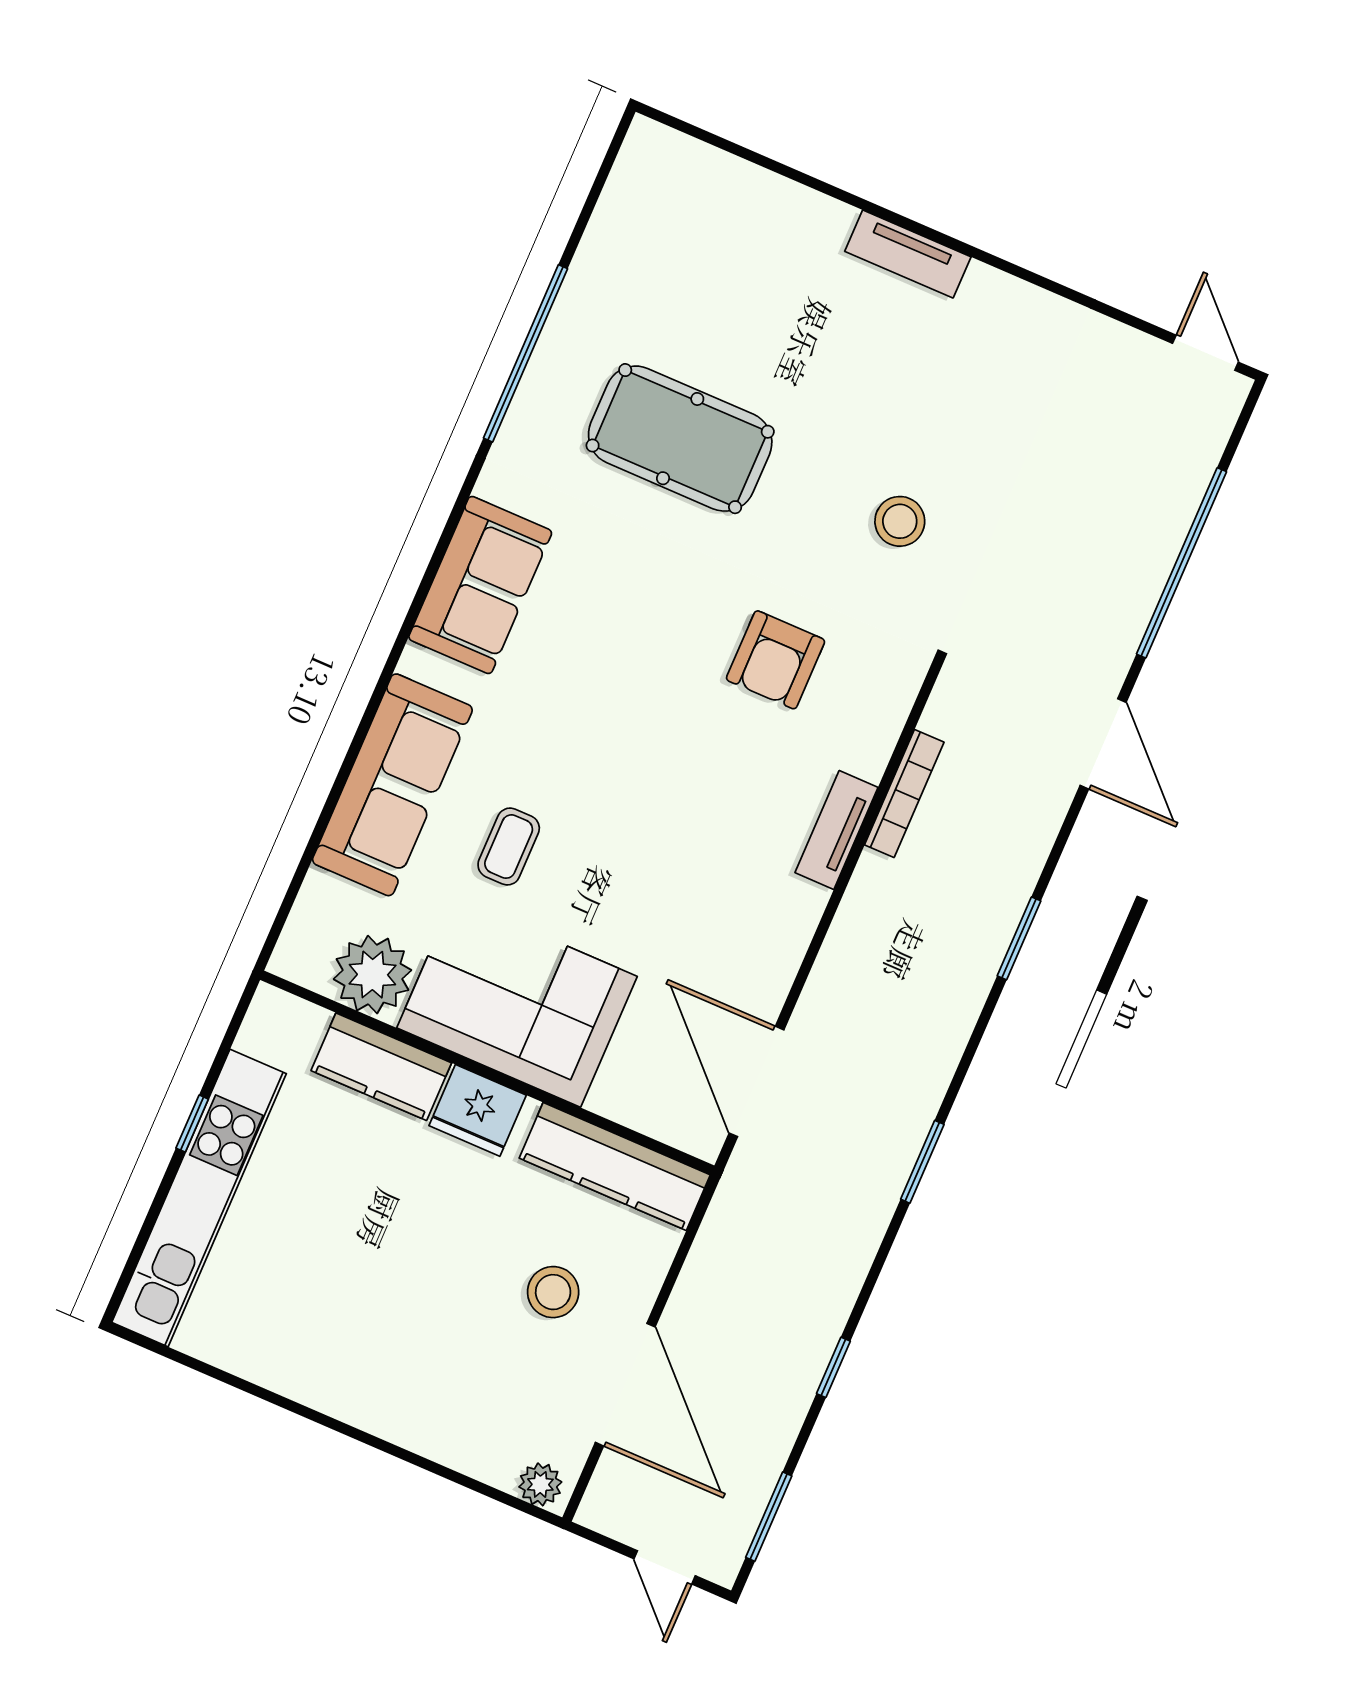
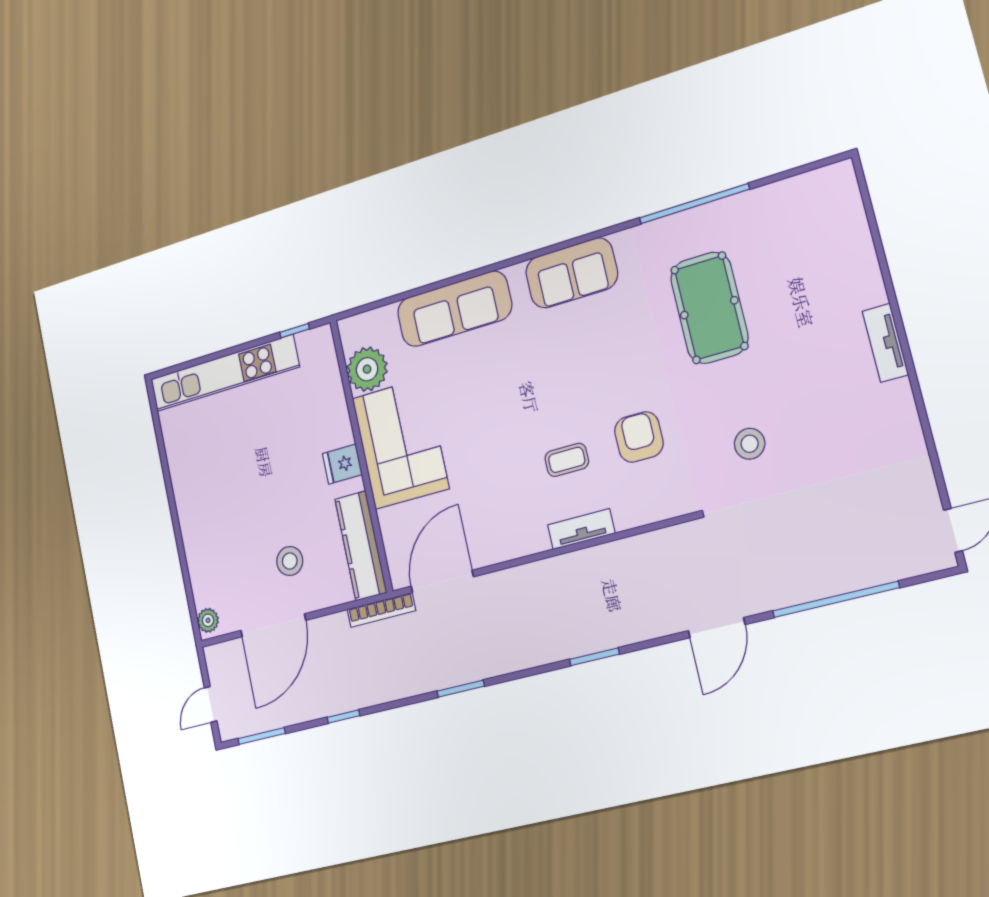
armchair: (776, 660) -> (639, 437), turned 90
bookcase: (904, 793) -> (381, 610), moved
coffee table: (509, 847) -> (567, 460), moved
kitchen counter: (381, 1067) -> (331, 406), removed
fridge: (478, 1110) -> (342, 464), width x0.72
window: (192, 1124) -> (295, 331), moved

